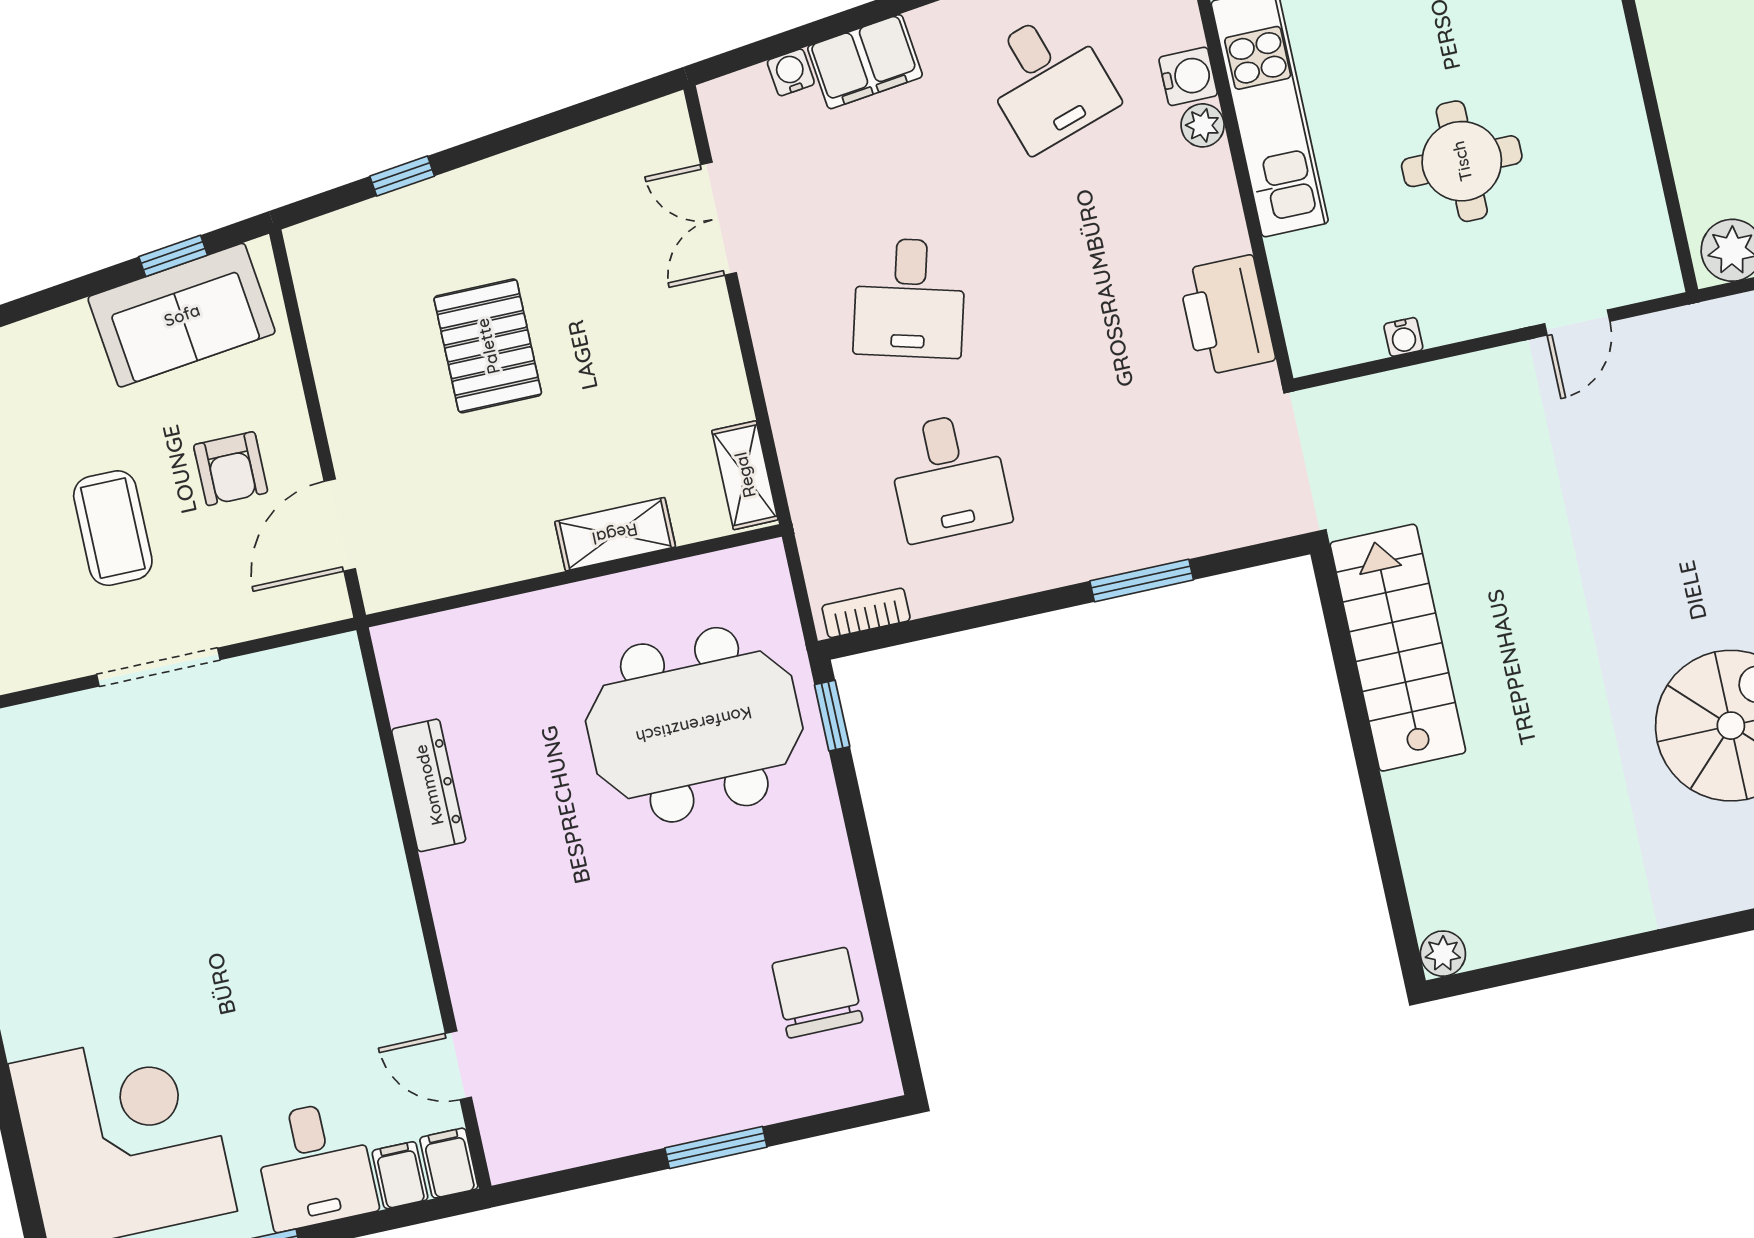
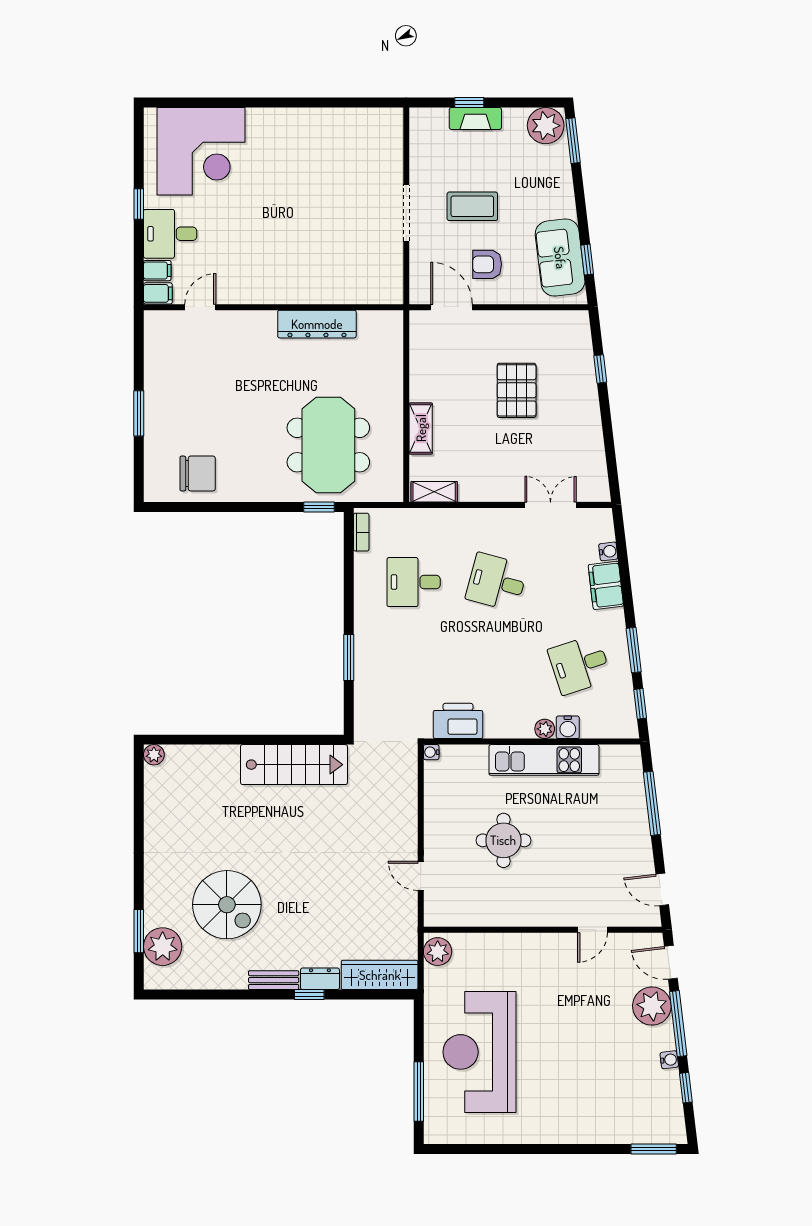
water cooler: (1403, 337) -> (431, 752), moved
pallet: (488, 346) -> (517, 390), turned 90
dresser: (429, 785) -> (317, 324), width x1.37, depth x1.24

